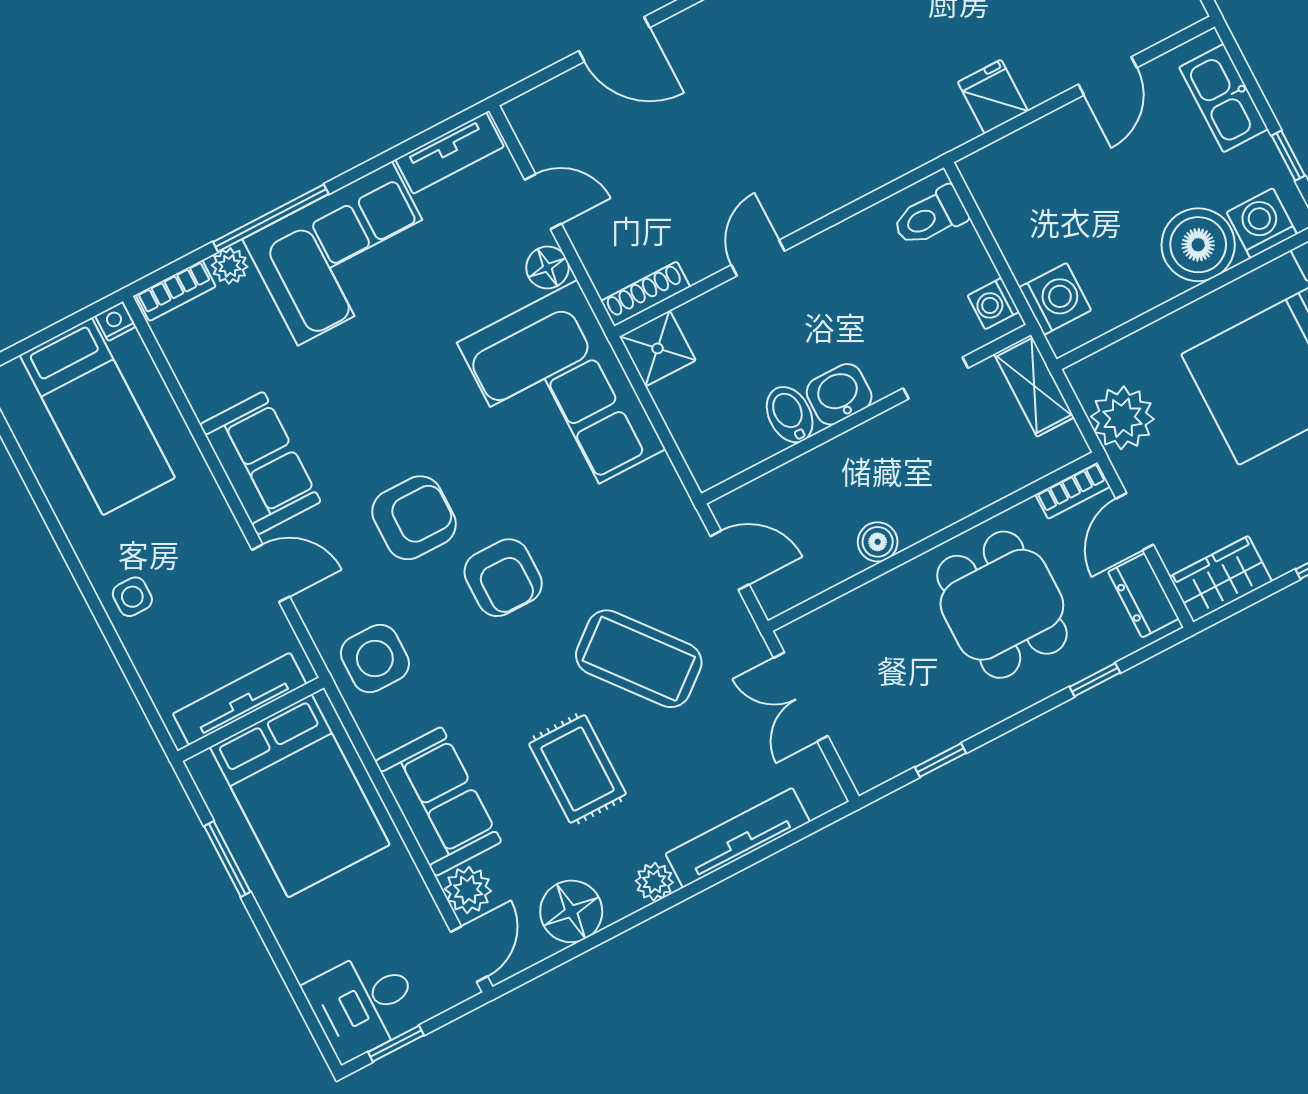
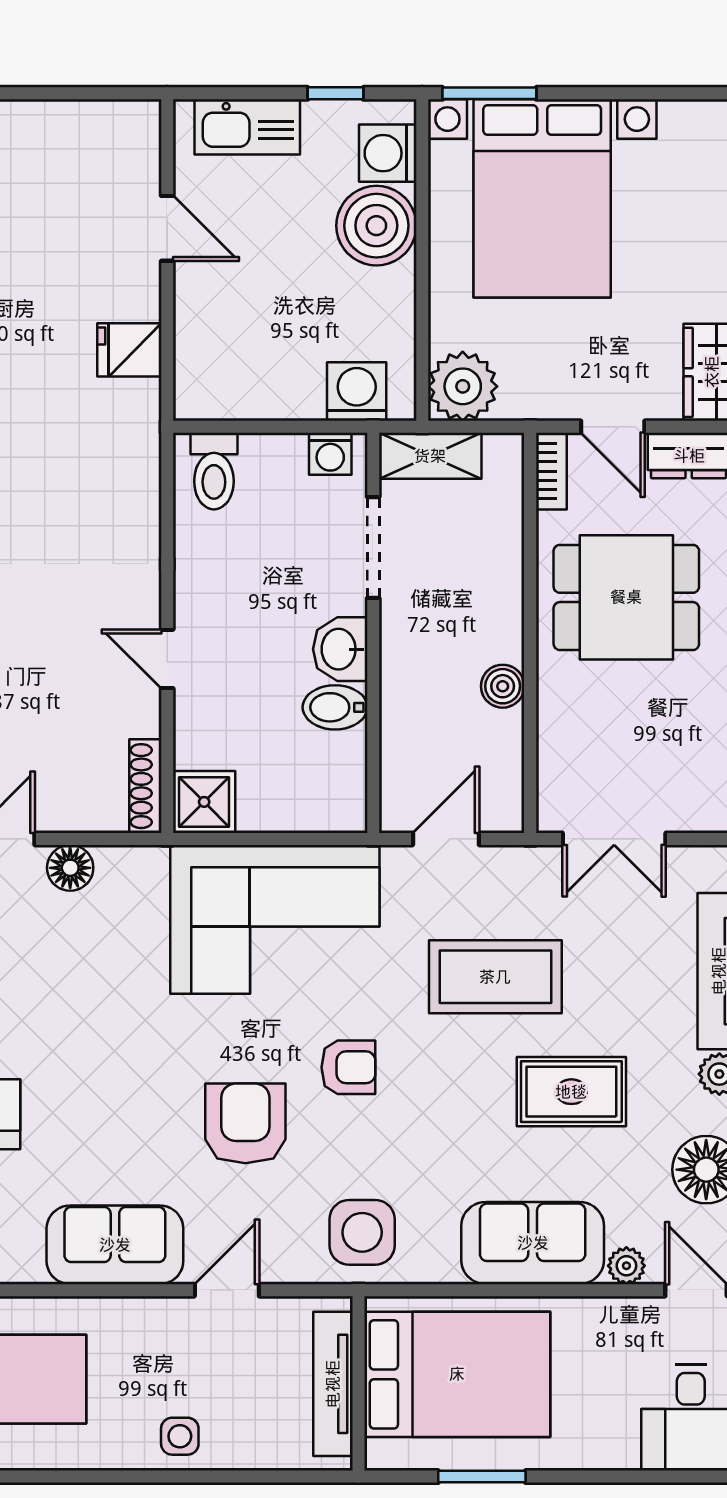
doorway: (936, 378) -> (373, 547), width x1.38
corner sofa: (561, 396) -> (275, 919), moved
plant: (1122, 418) -> (463, 386), moved
armchair: (503, 578) -> (348, 1067), width x0.72, depth x0.72
coffee table: (639, 659) -> (495, 977), turned 39
plant: (468, 890) -> (626, 1266), width x0.73, depth x0.73

